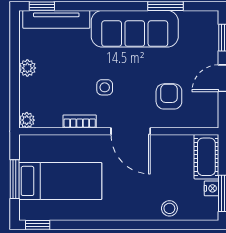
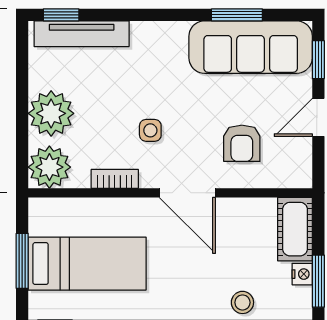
sofa: (135, 29) -> (251, 47), moved
plant: (27, 68) -> (51, 113), width x1.88, depth x1.88
armchair: (169, 96) -> (242, 143), turned 180
plant: (27, 120) -> (49, 167), width x1.88, depth x1.88

